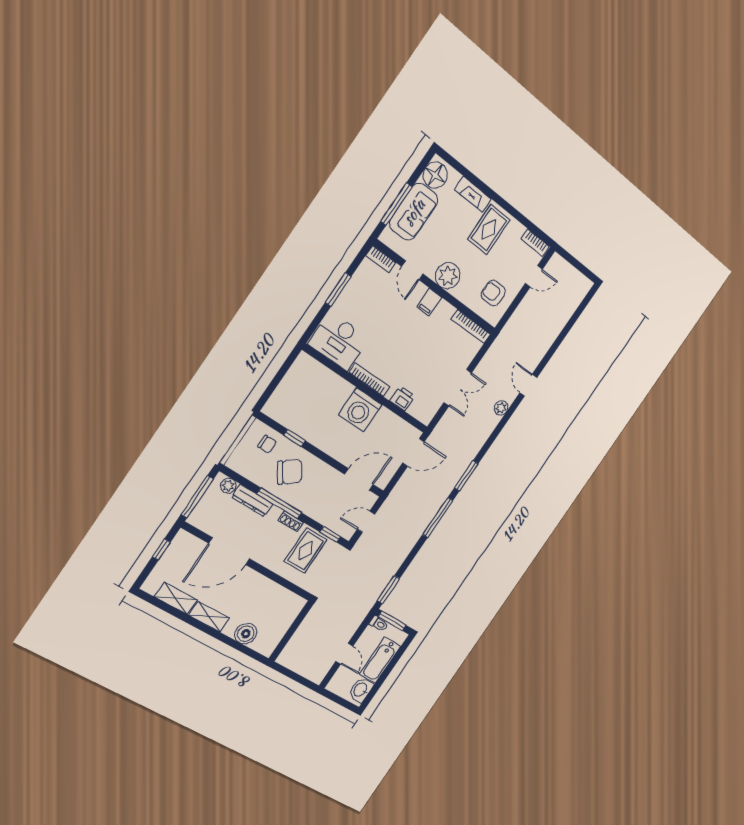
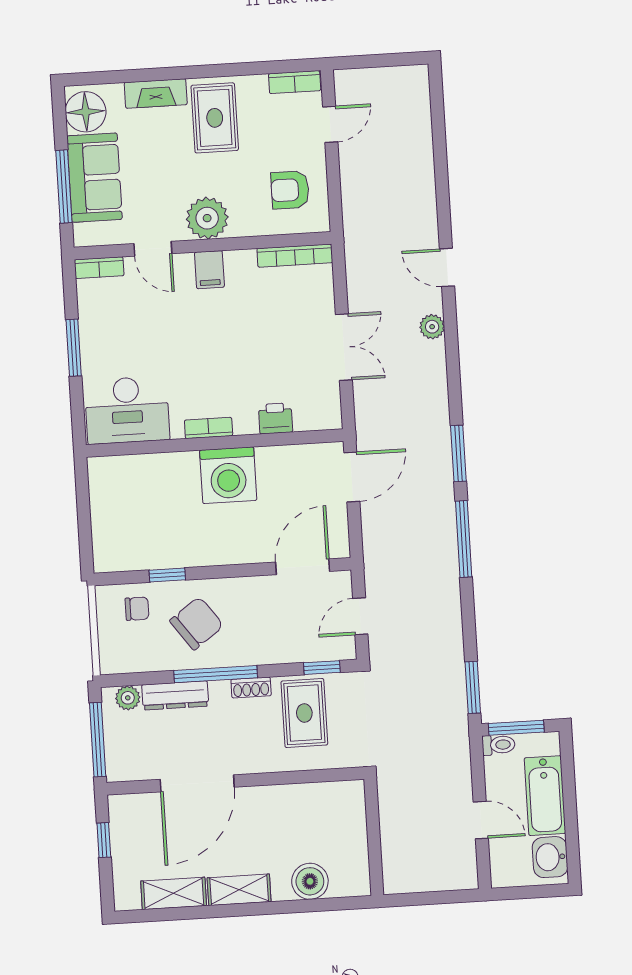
bookcase: (369, 380) -> (209, 428), width x0.64

